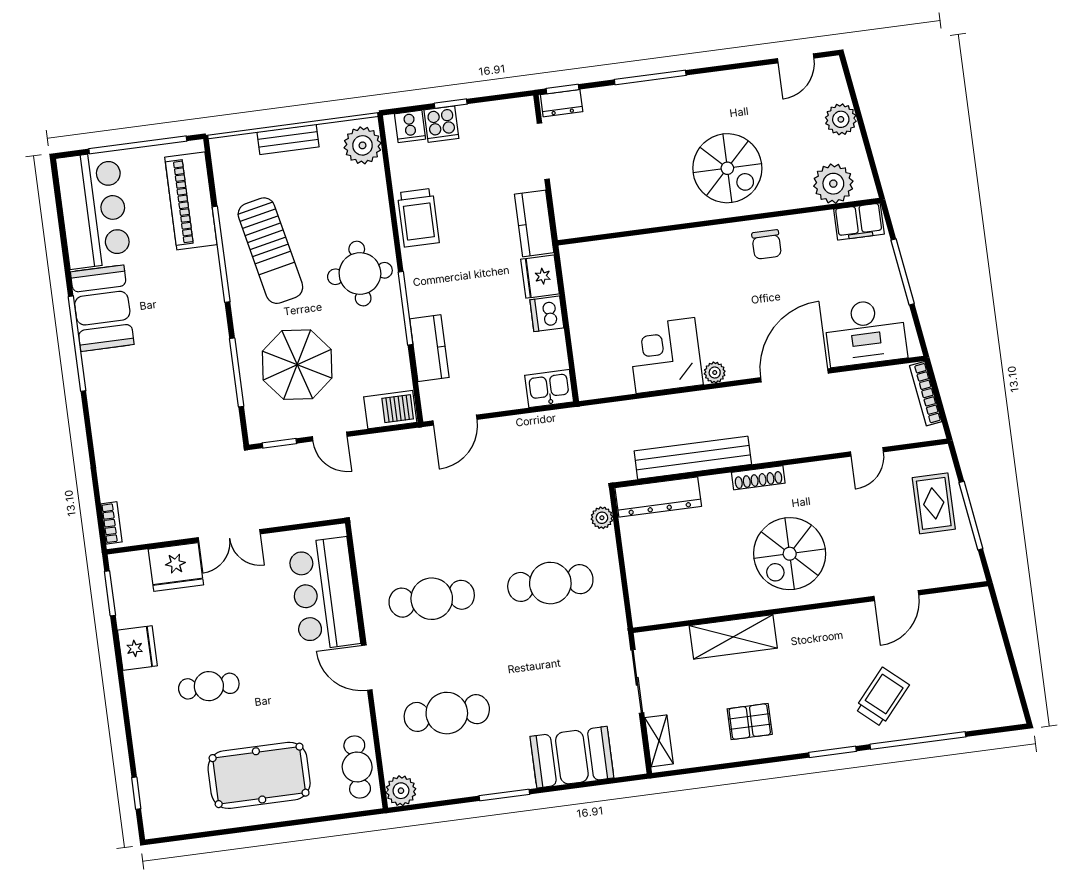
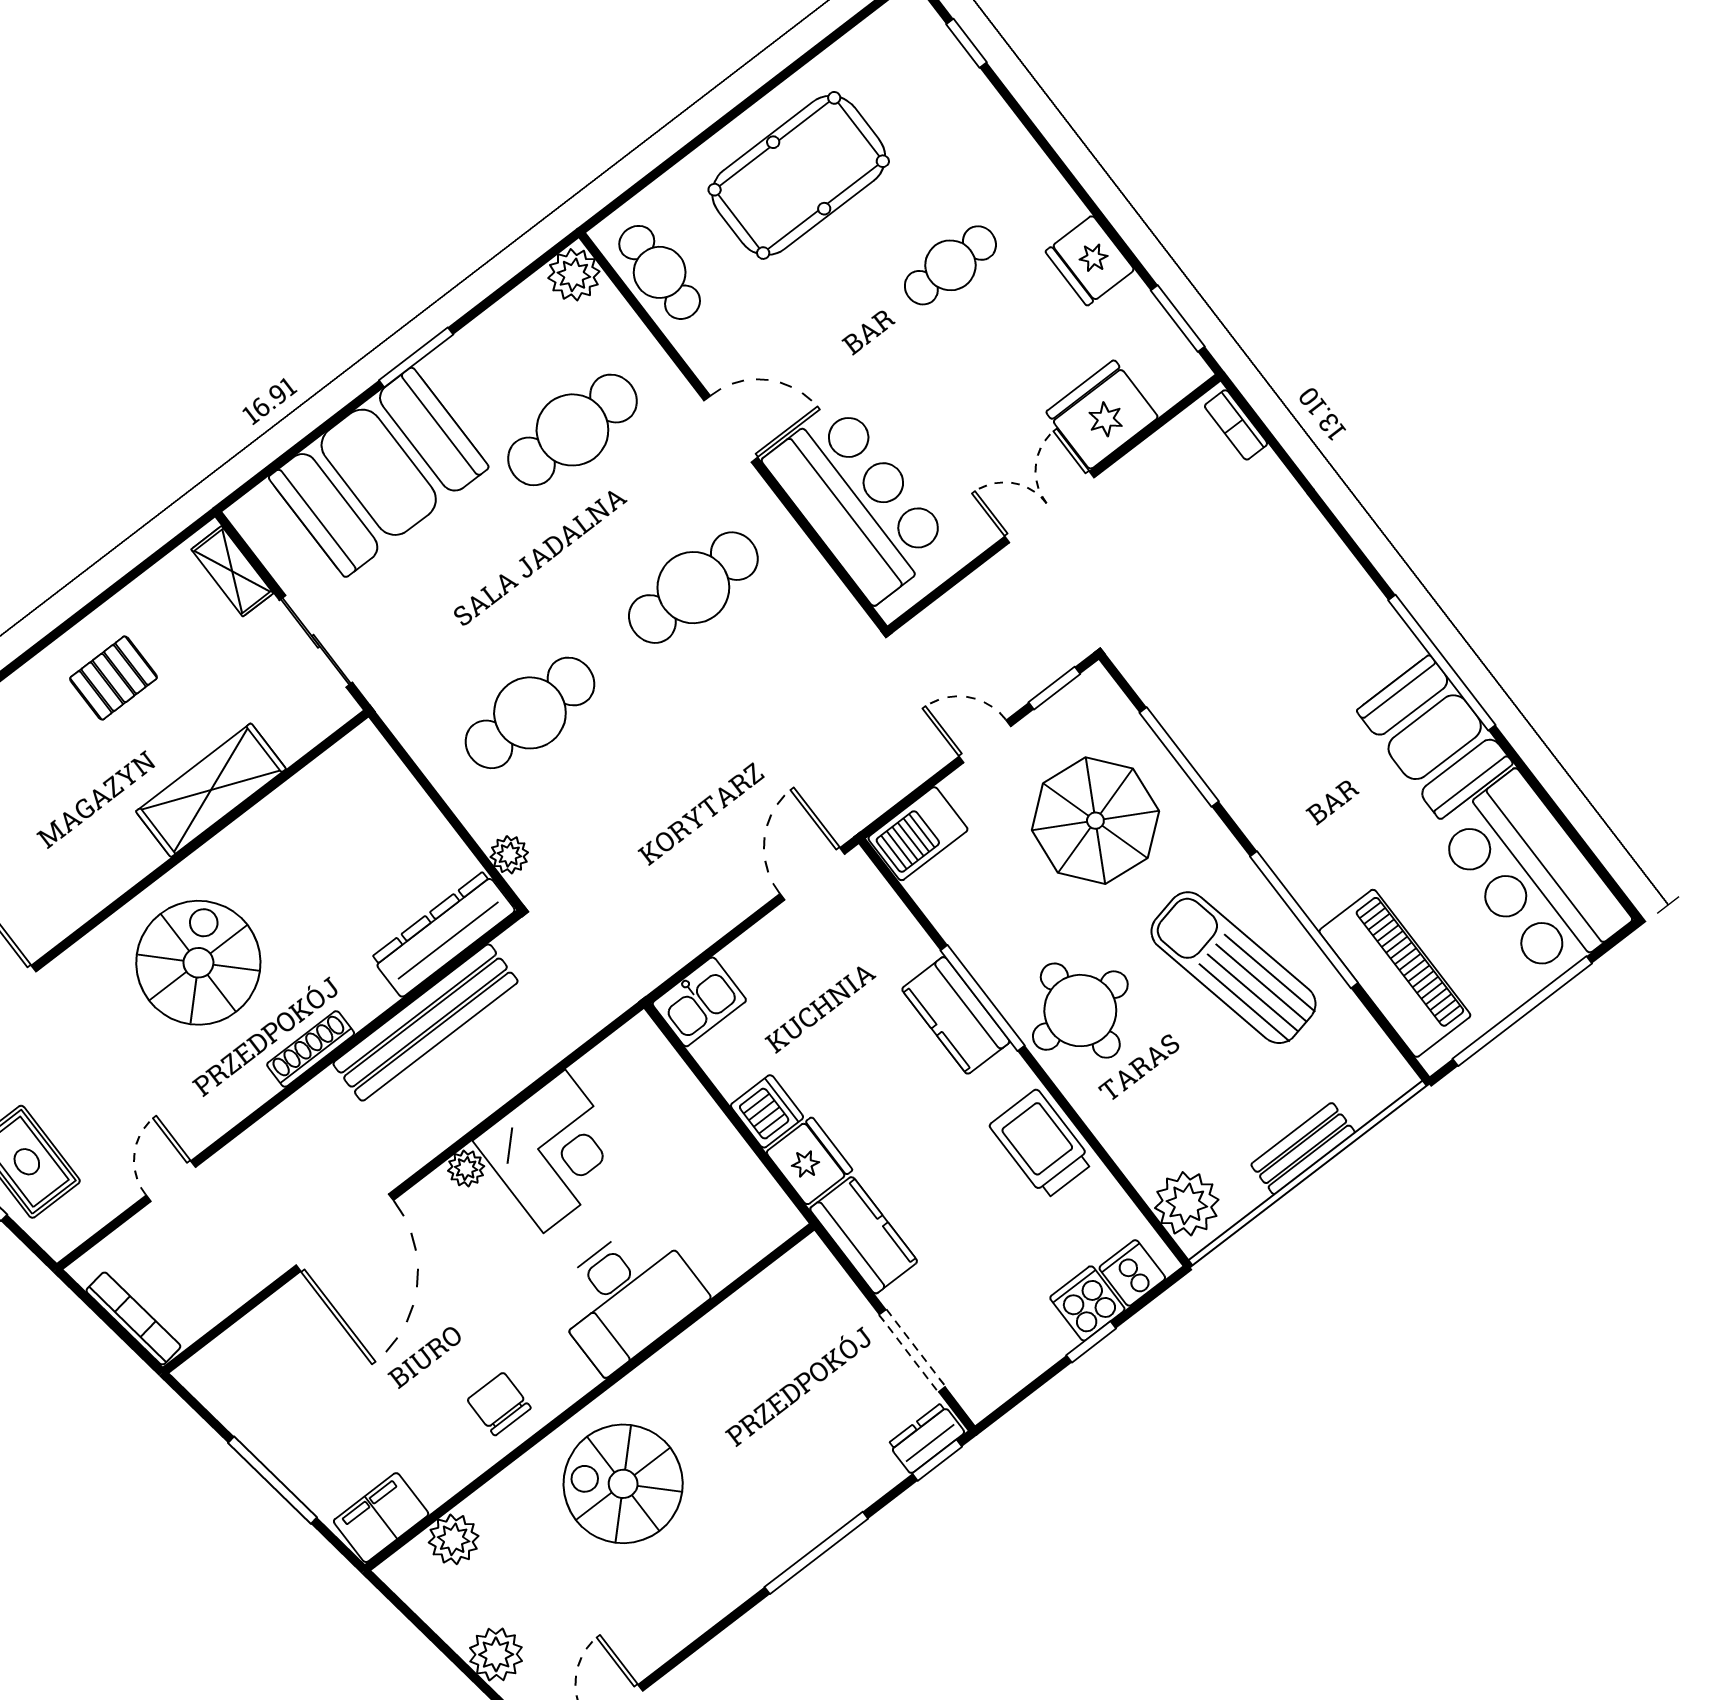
plant: (833, 184) -> (454, 1539), width x0.73, depth x0.73
desk: (865, 332) -> (627, 1297), moved, turned 180
kitchen counter: (429, 348) -> (956, 1015), moved
booth: (572, 757) -> (379, 472), width x1.36, depth x1.42

